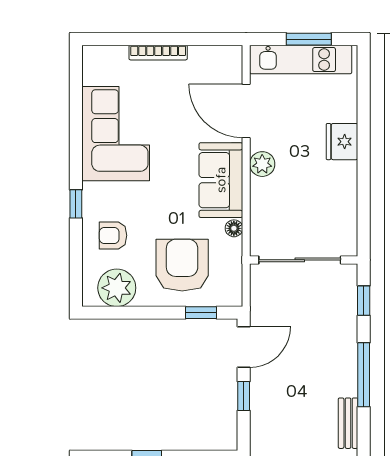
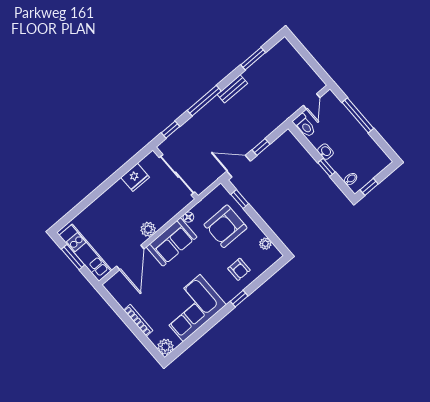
plant: (95, 58) -> (165, 347), added
fridge: (342, 142) -> (135, 177), moved
plant: (117, 288) -> (265, 244), width x0.53, depth x0.53

